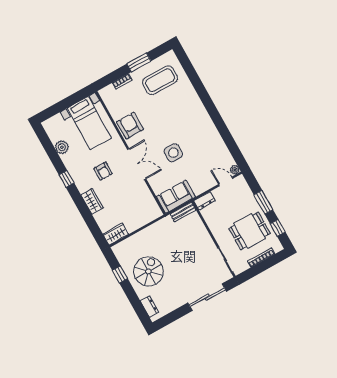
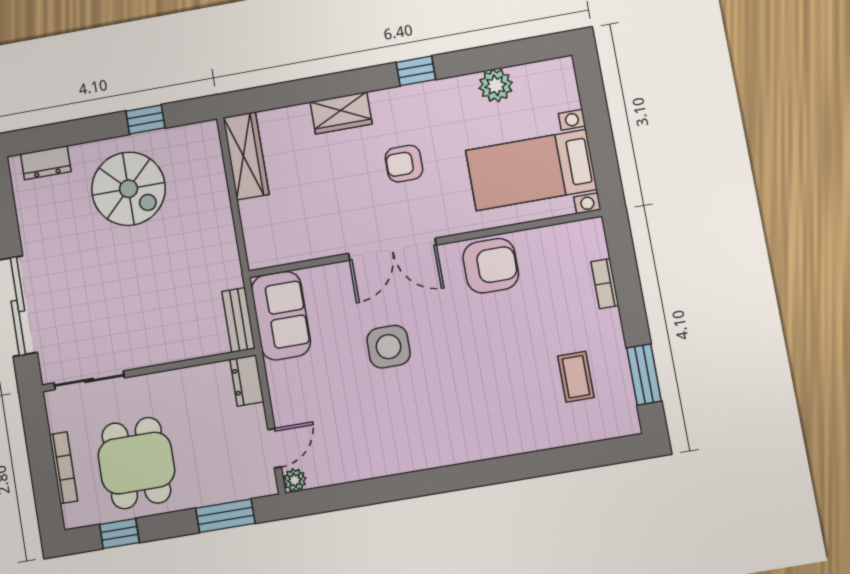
window: (139, 62) -> (644, 374), moved
coffee table: (160, 80) -> (576, 377), width x0.54, depth x0.58
window: (263, 202) -> (225, 516), moved
wardrobe: (116, 234) -> (246, 156), width x1.50

